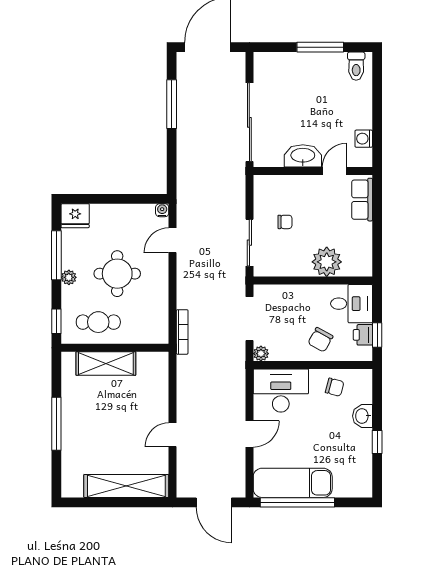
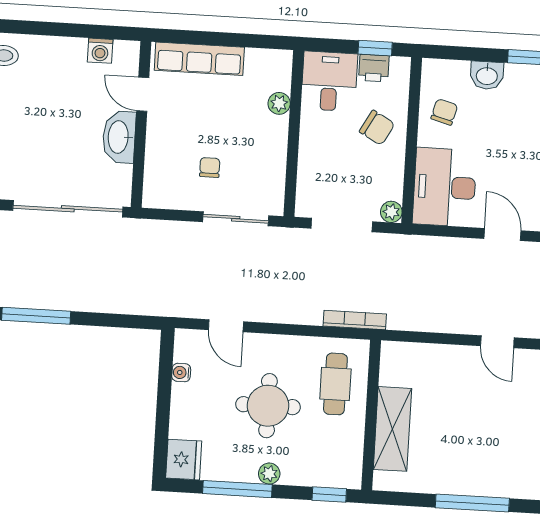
row of seats: (362, 200) -> (199, 59), width x1.48
water cooler: (162, 210) -> (181, 373), moved
plant: (327, 262) -> (279, 103), width x0.53, depth x0.53
cafe table: (98, 322) -> (335, 384), moved

